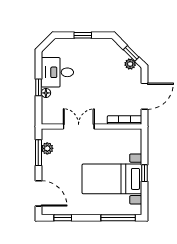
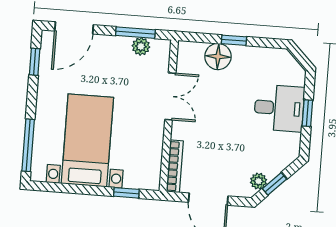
desk: (57, 72) -> (279, 108), moved, turned 90
floor lamp: (46, 93) -> (218, 56), width x1.89, depth x1.89
window: (145, 173) -> (126, 193), moved

